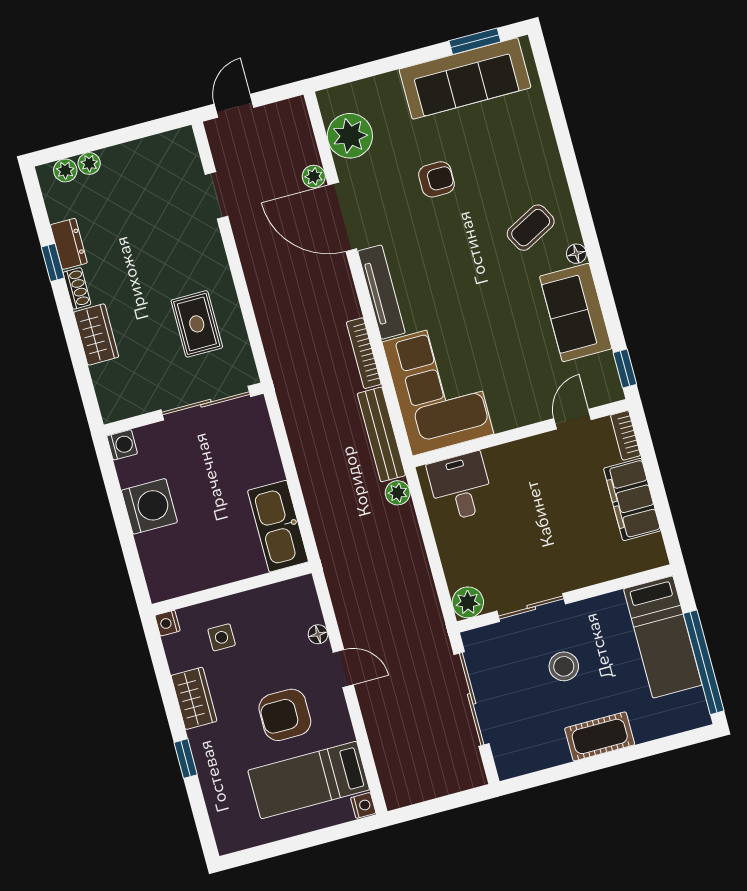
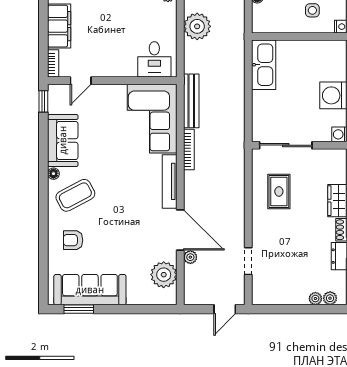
armchair: (437, 179) -> (73, 240), moved
coffee table: (531, 228) -> (75, 195), width x1.36, depth x1.30
plant: (398, 493) -> (197, 26), moved, width x1.88, depth x1.88

